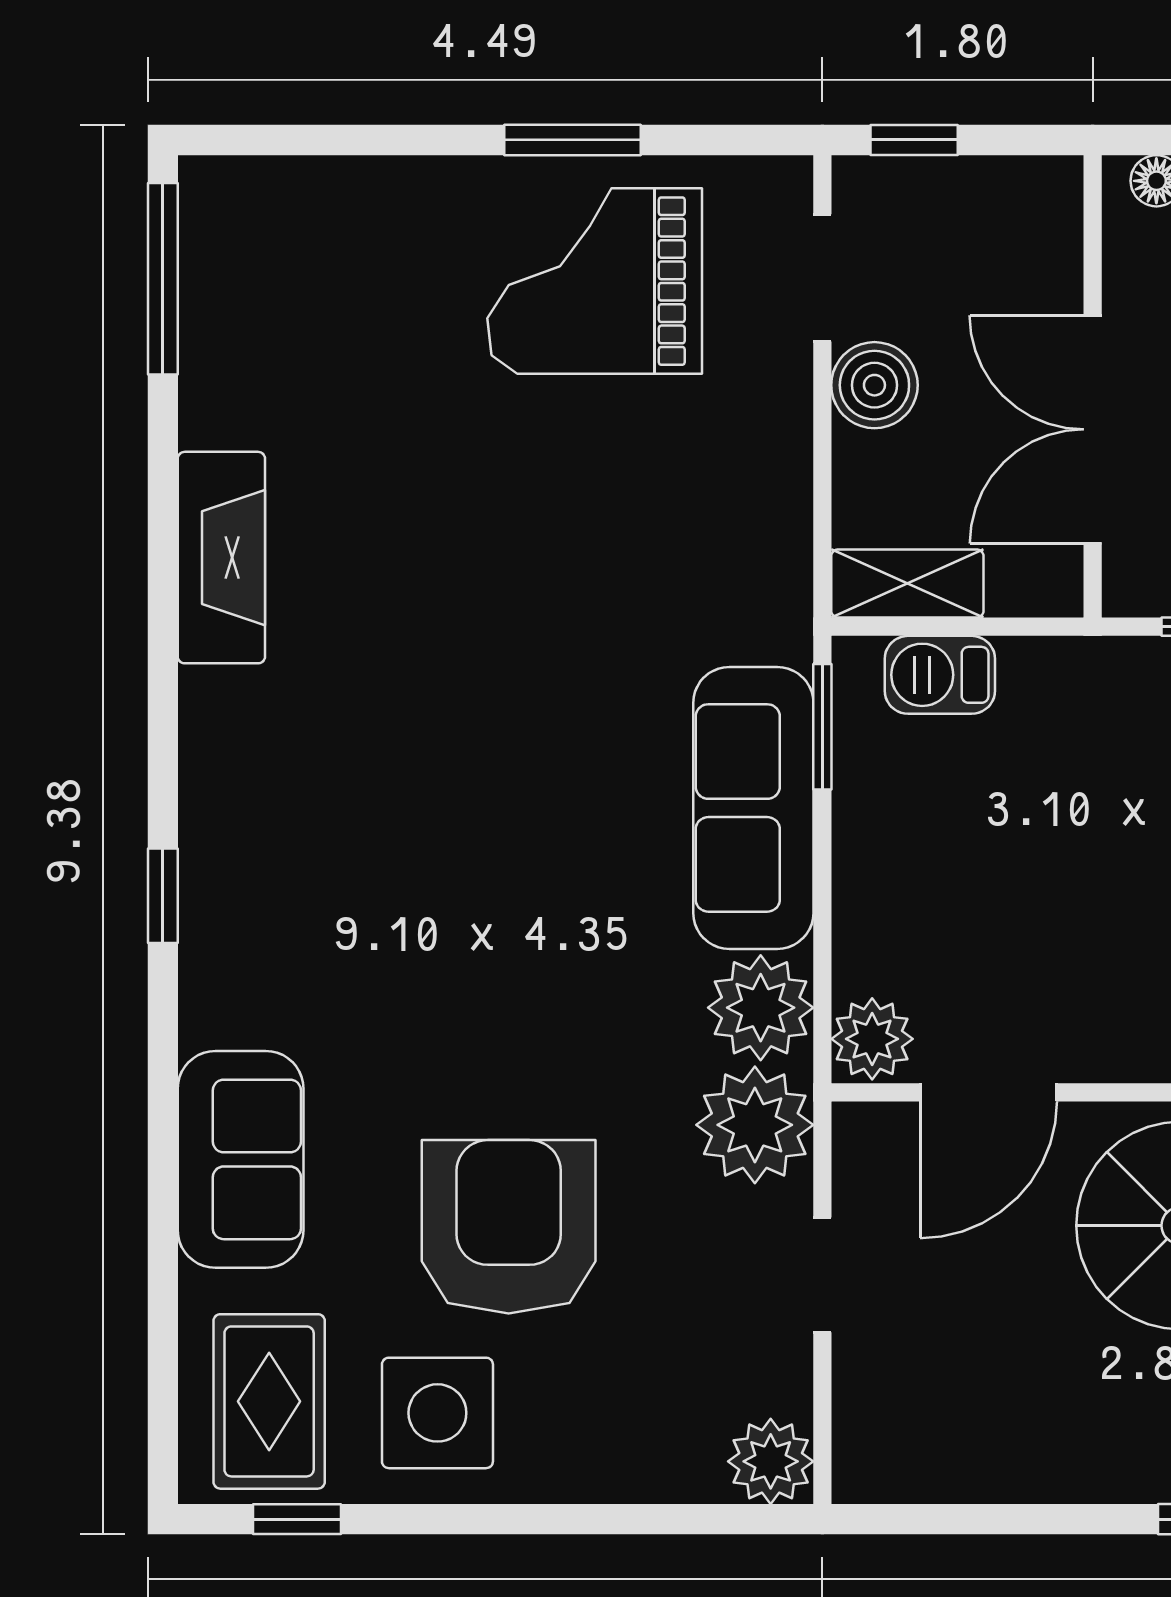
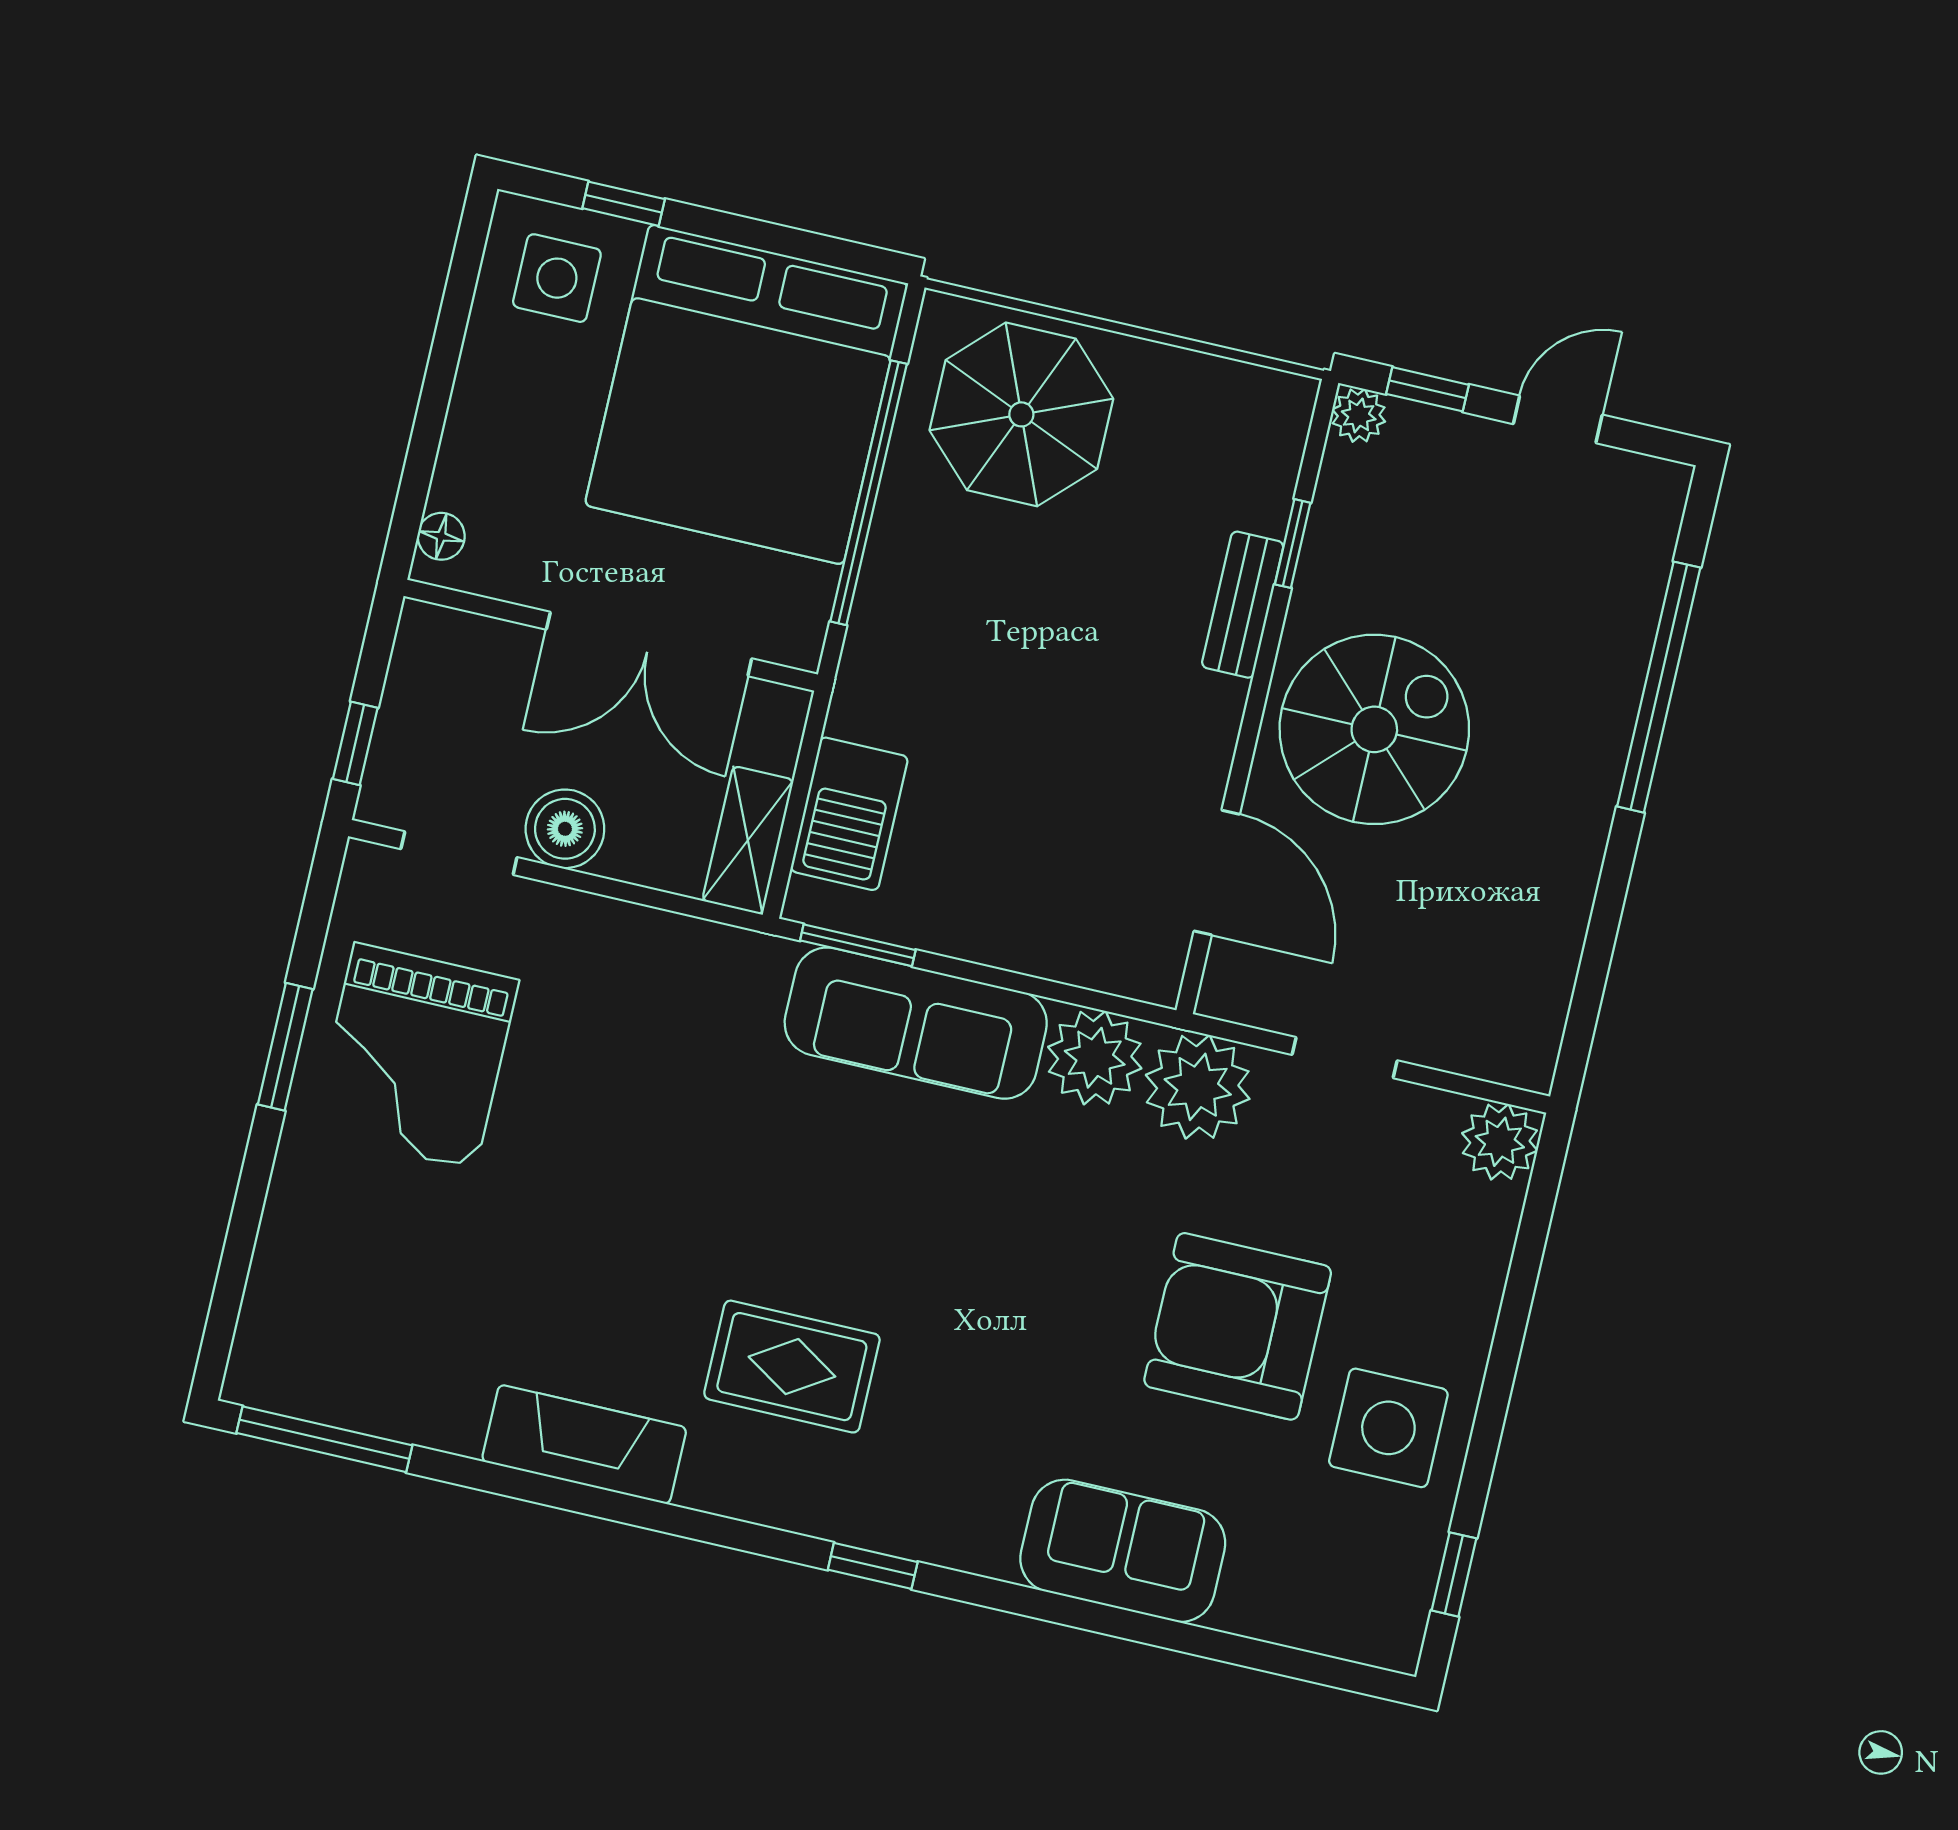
barbecue: (940, 675) -> (849, 814), width x1.38, depth x1.27
plant: (872, 1039) -> (1145, 965), removed
rug: (269, 1401) -> (792, 1367), moved

